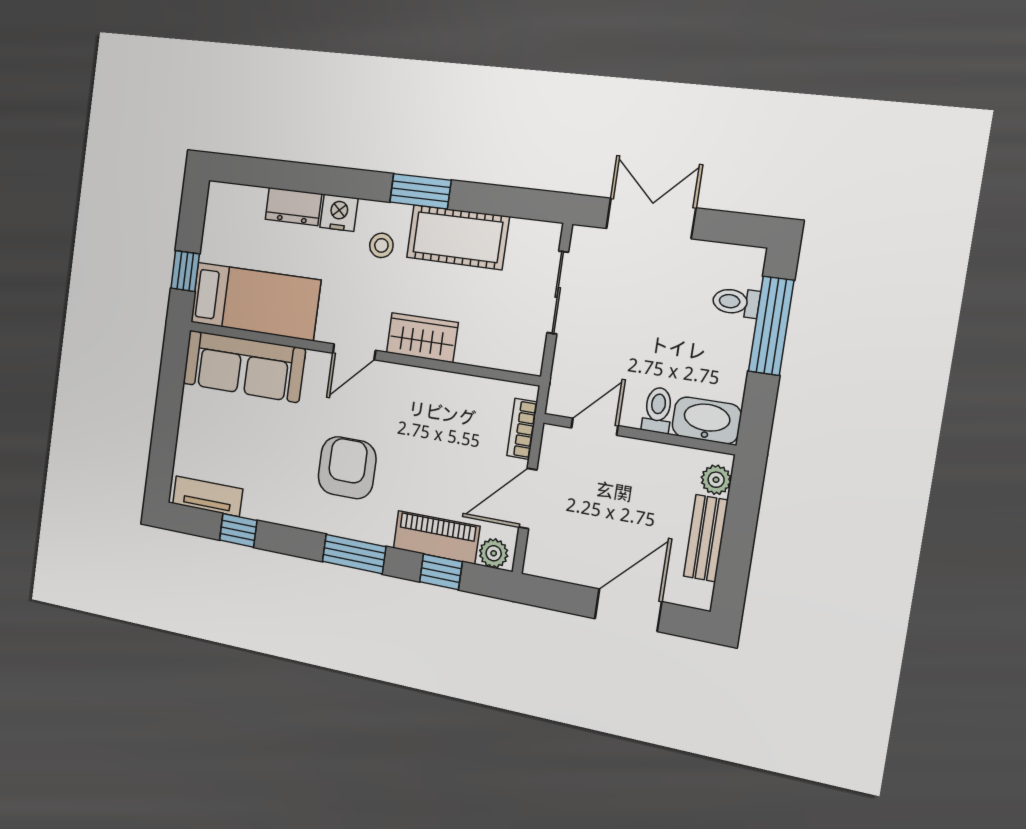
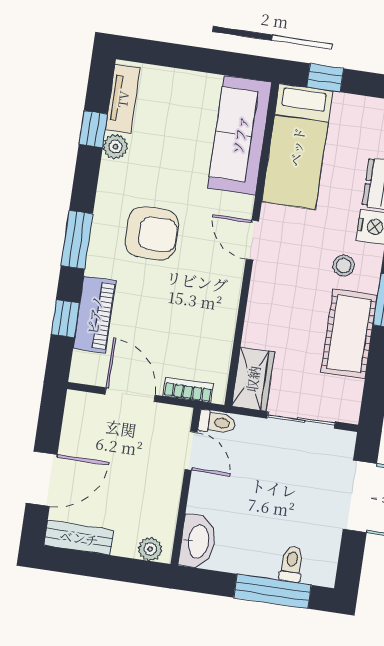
wardrobe: (422, 338) -> (253, 379), moved
toilet: (658, 410) -> (217, 422), moved
bench: (706, 538) -> (79, 538), moved
plant: (494, 553) -> (115, 147), moved
door: (628, 610) -> (42, 479), hinge flipped

